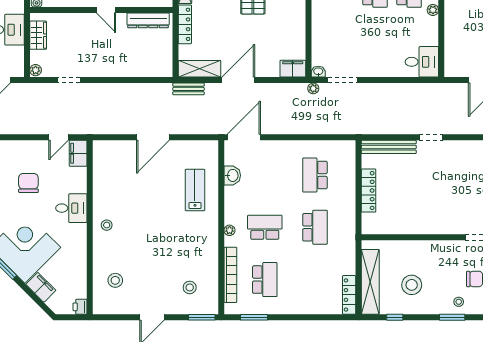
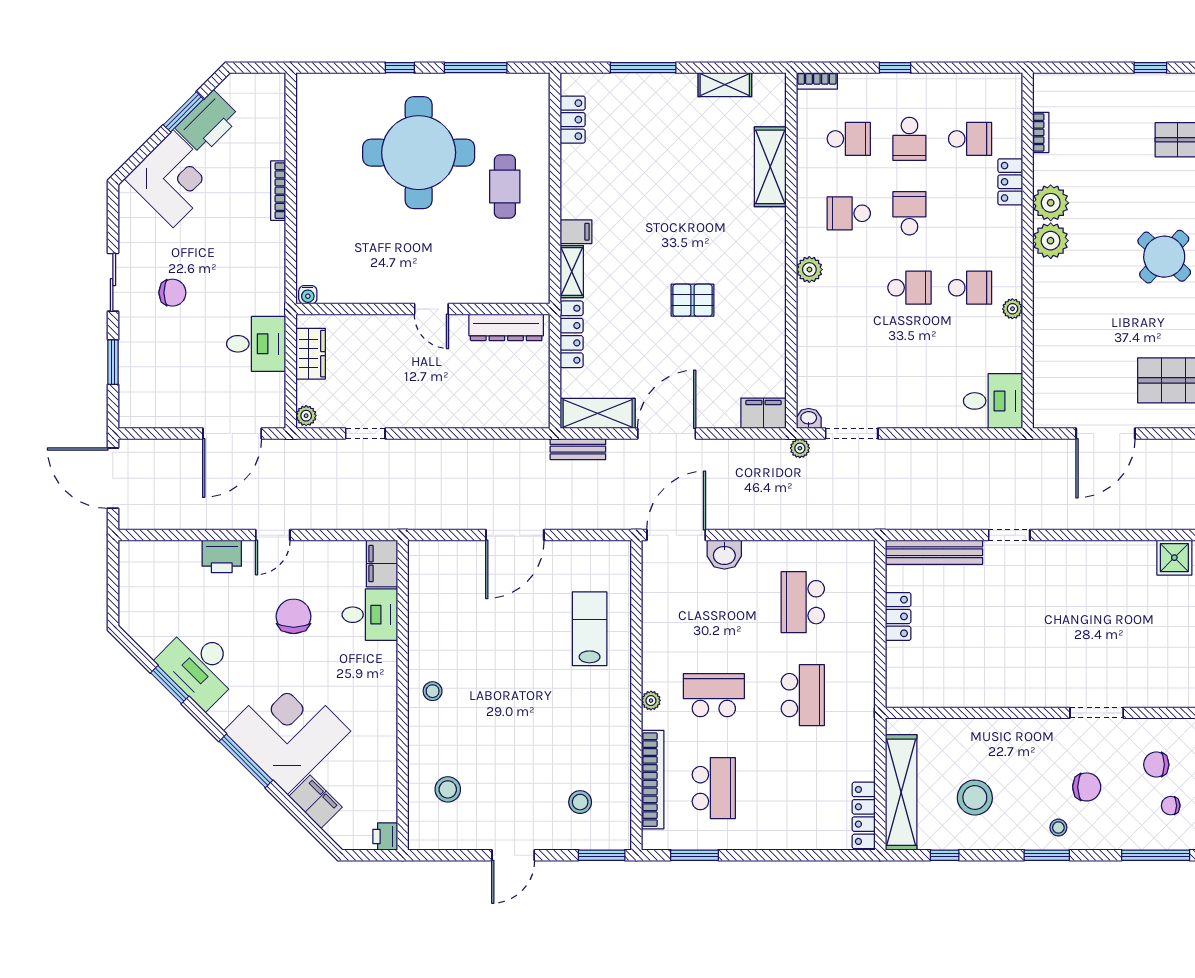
door: (59, 137) -> (273, 535), moved
washbasin: (232, 175) -> (724, 555), moved, turned 90
locker: (369, 191) -> (898, 616), width x0.66
desk: (71, 208) -> (370, 615), moved

